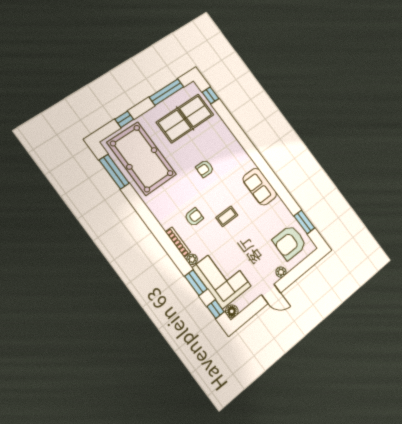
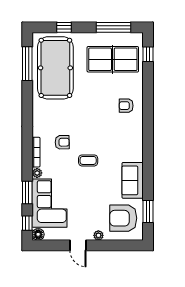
armchair: (205, 169) -> (126, 106), moved
sofa: (260, 187) -> (133, 180), moved

